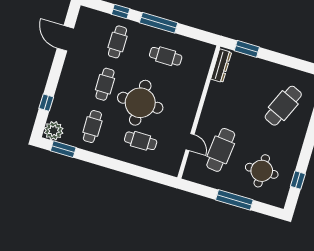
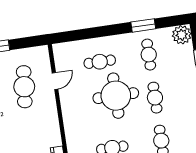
door: (190, 142) -> (55, 81), swing flipped
window: (63, 149) -> (143, 25), moved

